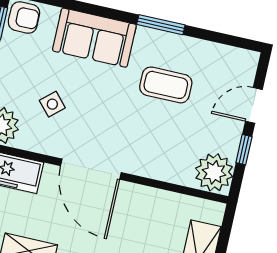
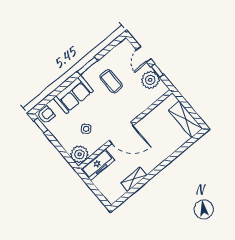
coffee table: (166, 85) -> (111, 81), turned 90
plant: (214, 172) -> (150, 80), moved

